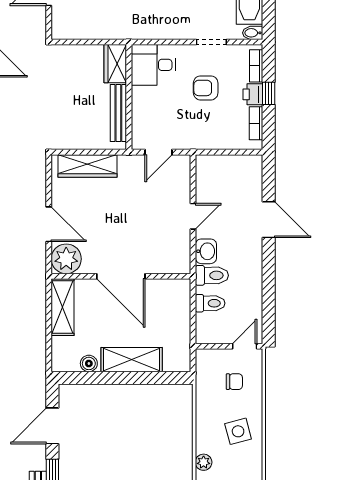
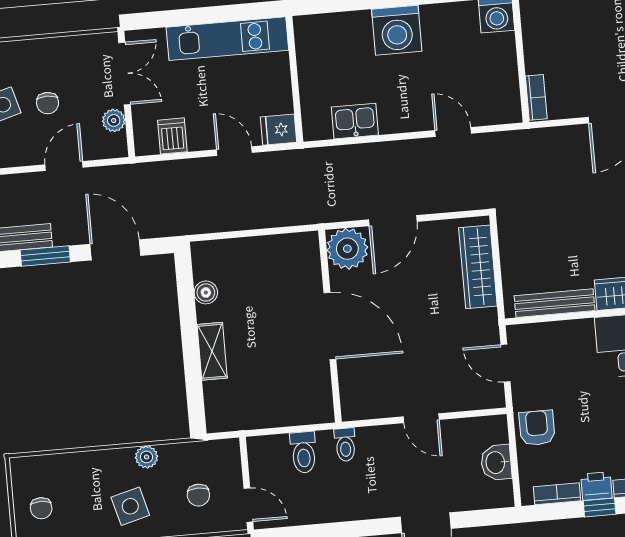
armchair: (206, 88) -> (537, 428), moved
washbasin: (206, 251) -> (496, 462), moved, turned 90
toilet: (212, 275) -> (345, 445), width x0.73, depth x0.72
door: (121, 276) -> (330, 326), swing flipped
shelving: (63, 307) -> (280, 250), removed
shelving: (132, 360) -> (212, 351), width x0.67, depth x0.75
plant: (204, 462) -> (147, 457), moved

